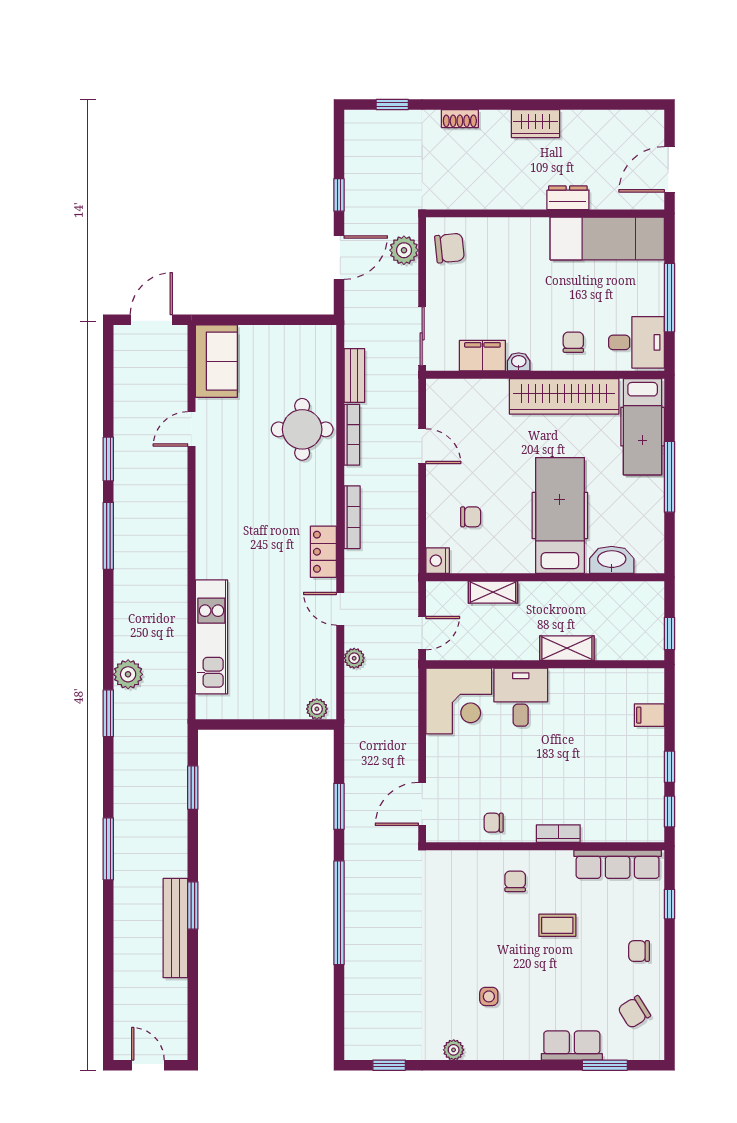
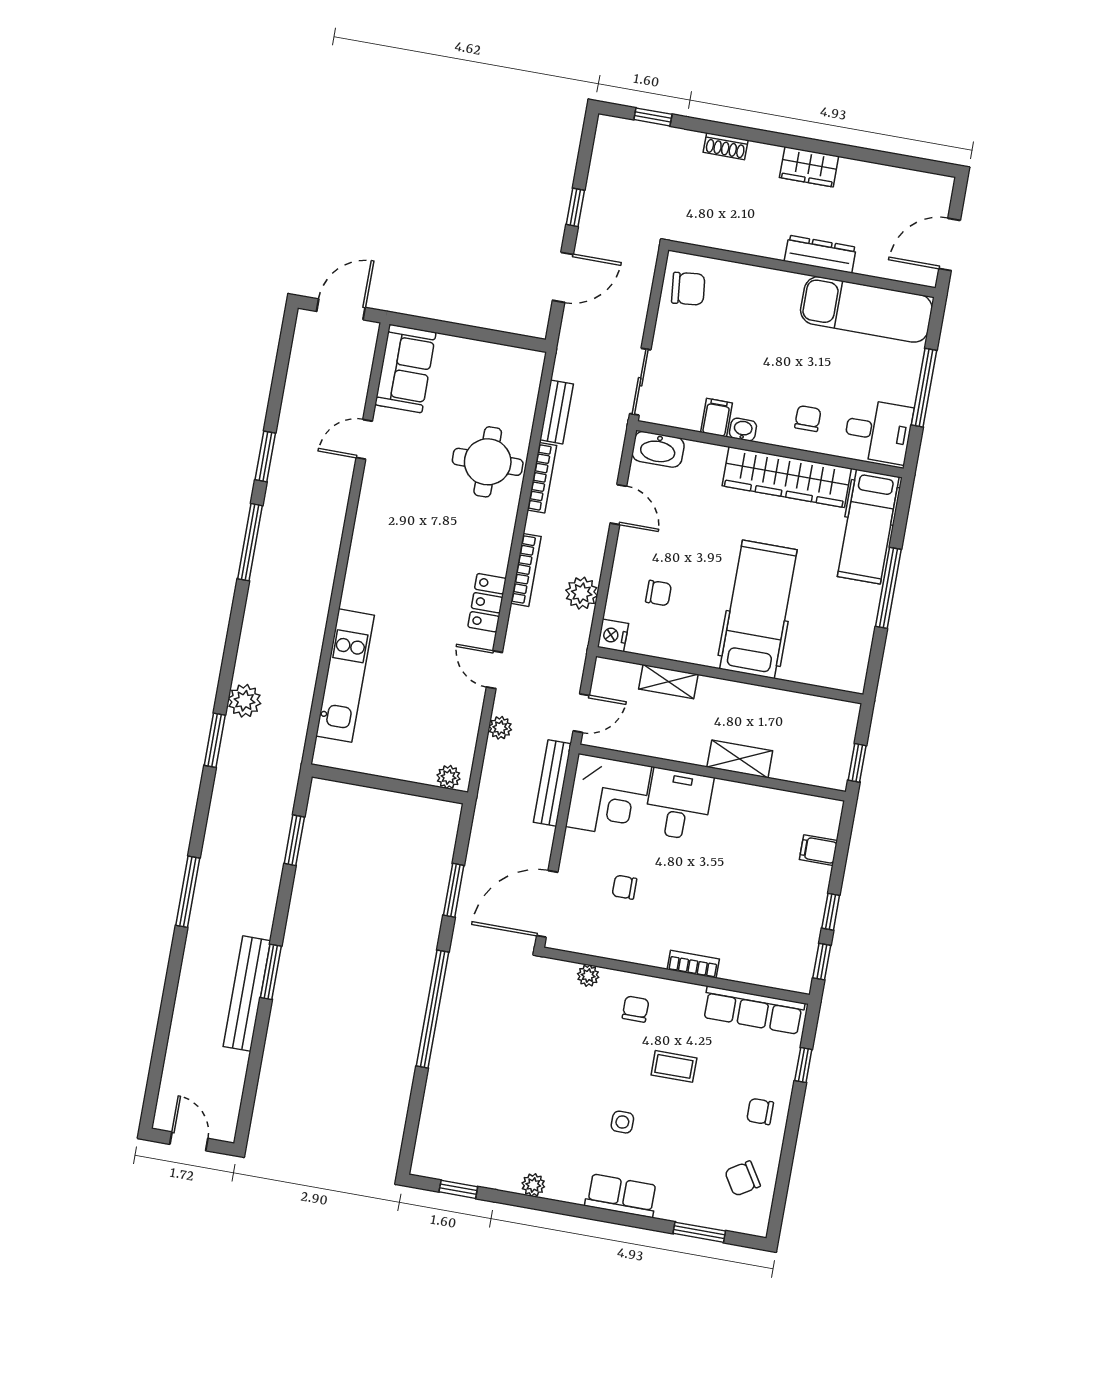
dresser: (568, 198) -> (820, 254), width x1.44
plant: (404, 250) -> (582, 593), moved
filing cabinet: (482, 356) -> (717, 418), width x0.50
washbasin: (612, 560) -> (658, 449), moved, turned 180
bench: (408, 698) -> (552, 783), added
door: (422, 804) -> (547, 904), width x1.36
chair: (494, 823) -> (624, 887), moved
plant: (469, 860) -> (588, 976), added
side table: (489, 996) -> (622, 1122), moved
row of seats: (572, 1046) -> (621, 1196), moved

